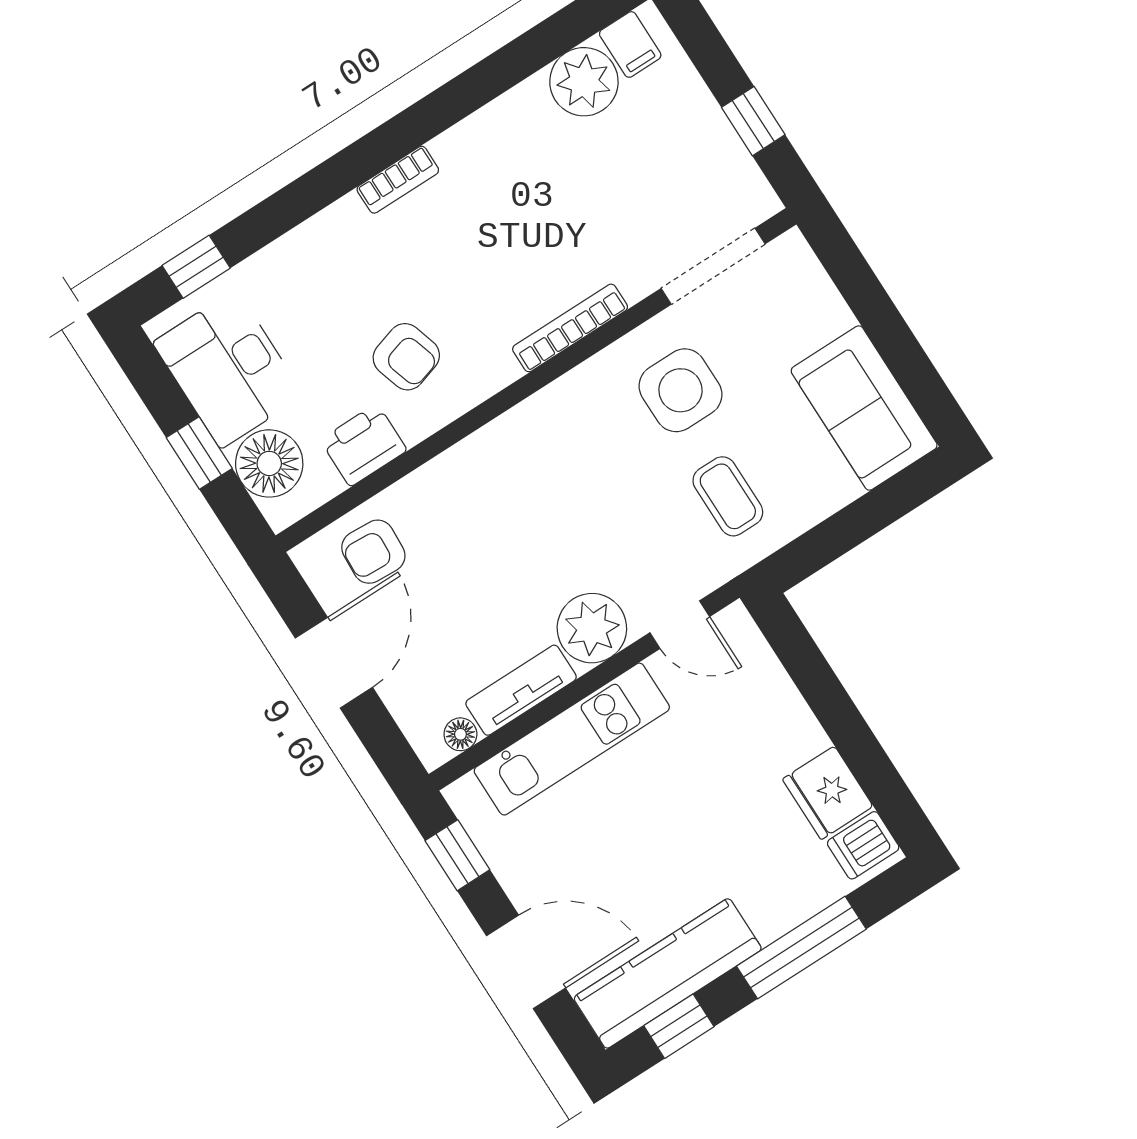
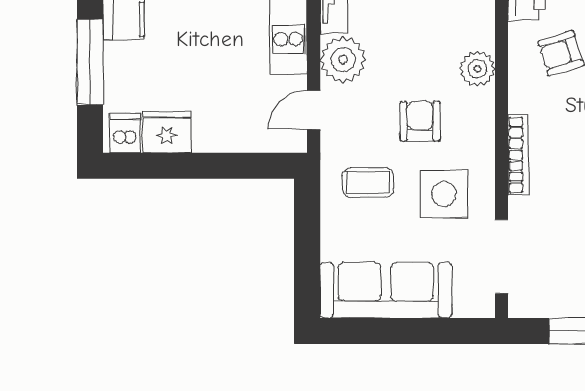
sofa: (864, 408) -> (386, 290), width x1.36
plant: (494, 450) -> (477, 69), added
armchair: (607, 480) -> (420, 121), added

